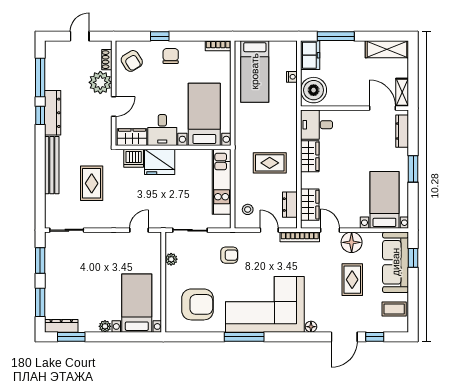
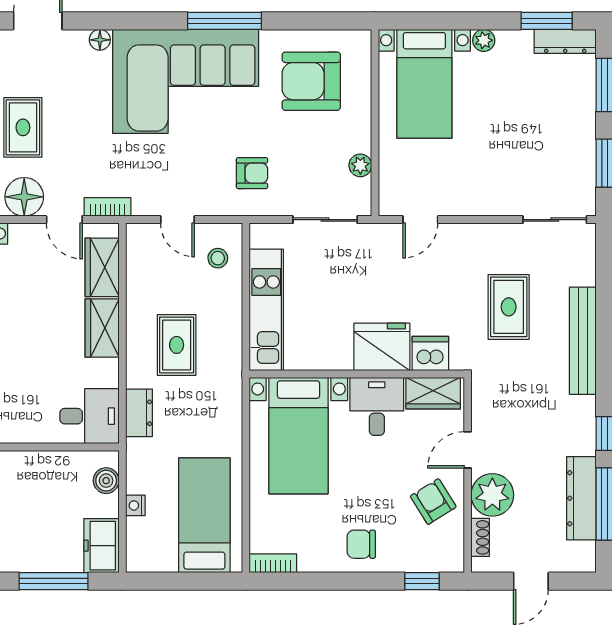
window: (160, 36) -> (422, 581), moved
chair: (171, 56) -> (361, 544), turned 90
armchair: (132, 61) -> (433, 502), moved
boiler: (314, 90) -> (106, 481), width x0.54, depth x0.54
dresser: (53, 113) -> (581, 498), moved
wardrobe: (310, 156) -> (102, 328), moved
rug: (270, 163) -> (177, 345), turned 90
dresser: (290, 205) -> (139, 413), moved
bookcase: (300, 237) -> (108, 207), width x0.64
armchair: (229, 255) -> (252, 173), turned 180

